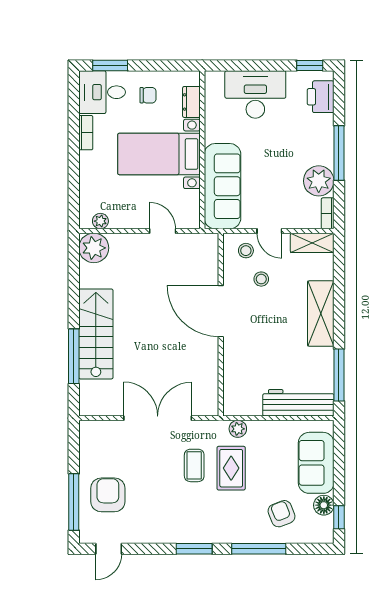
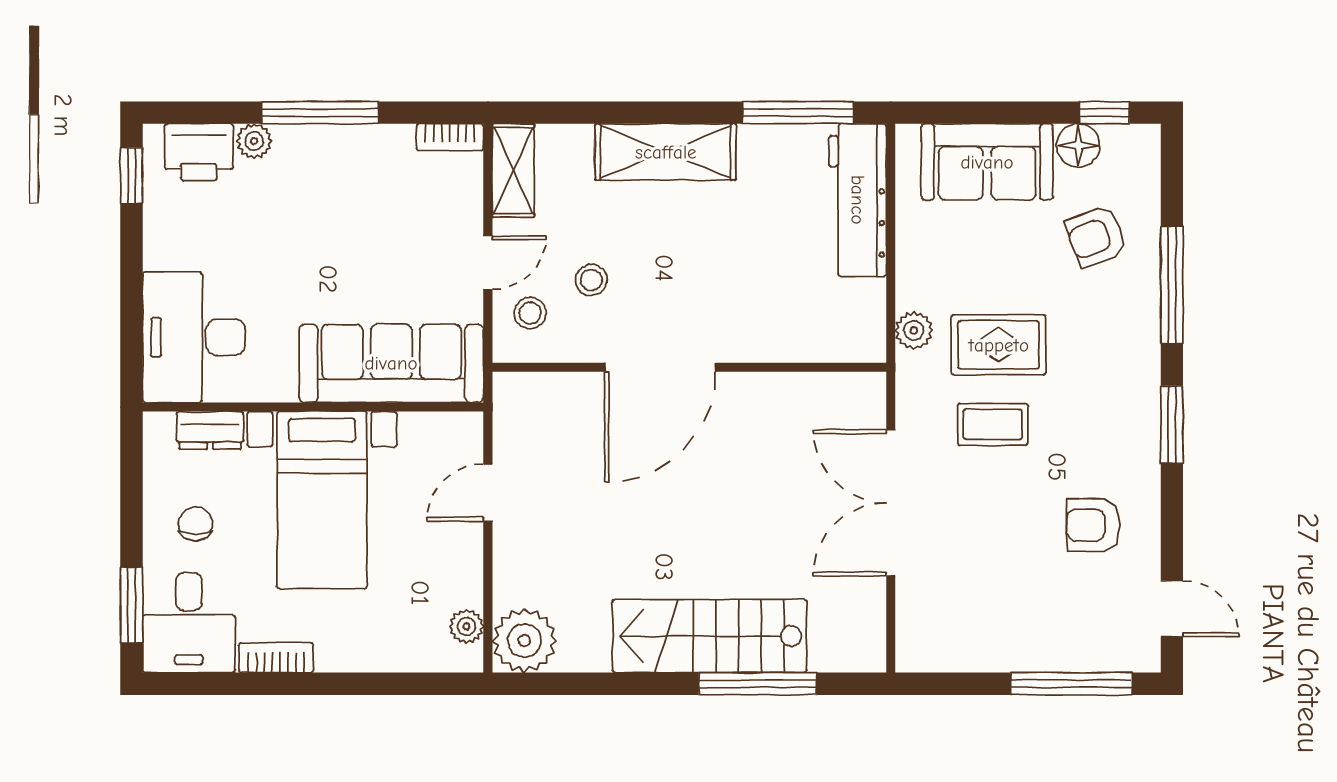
desk: (255, 94) -> (194, 337), moved
plant: (319, 181) -> (254, 141), moved, width x0.53, depth x0.53
armchair: (108, 495) -> (1093, 525), moved, width x0.72, depth x0.72

